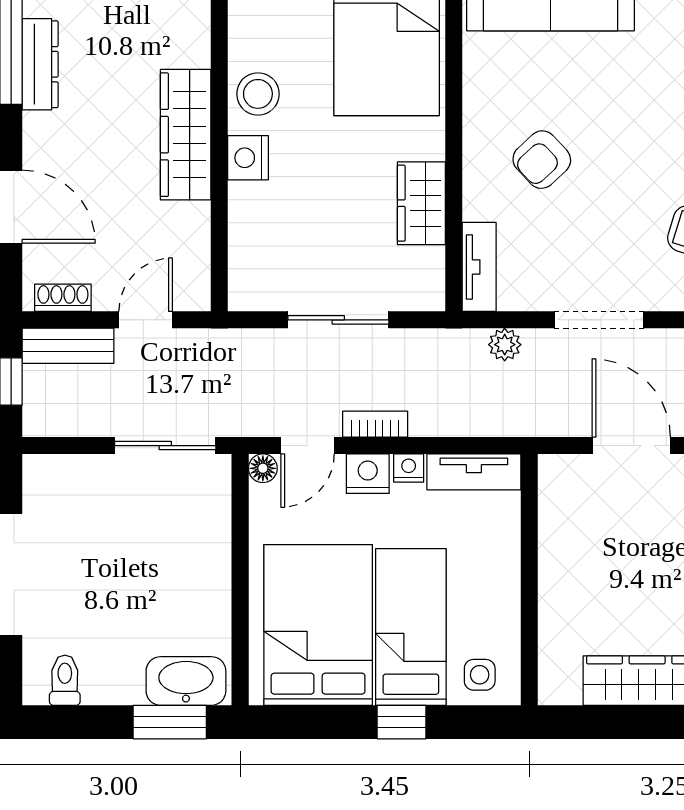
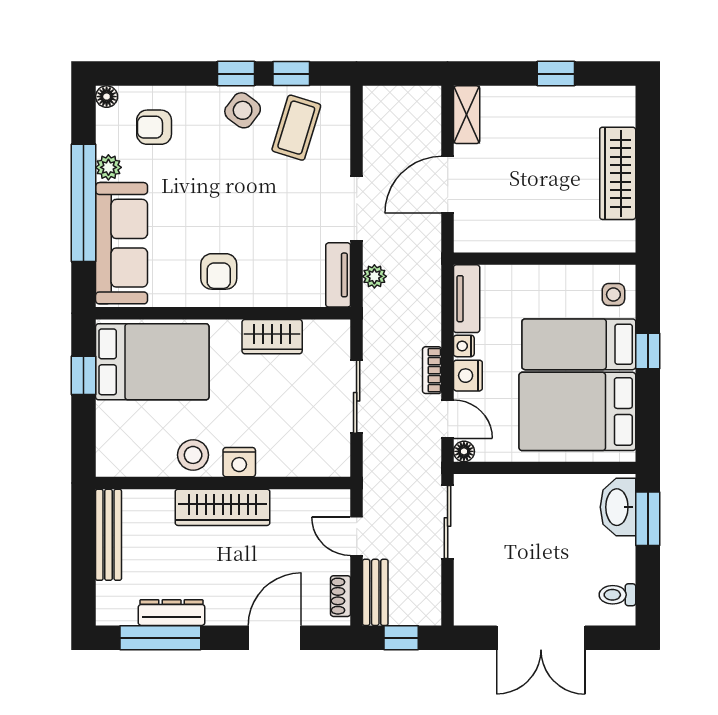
armchair: (542, 160) -> (219, 271), moved, turned 43
tv unit: (479, 267) -> (338, 275), moved, turned -90

